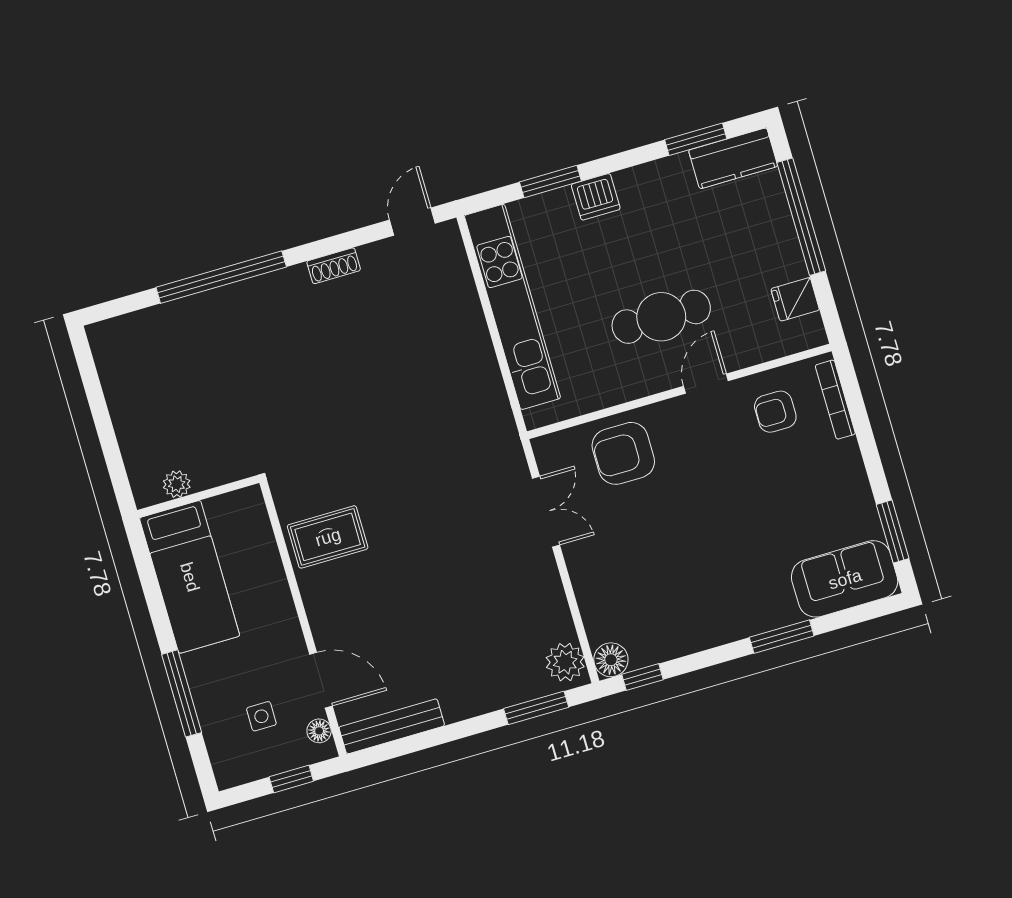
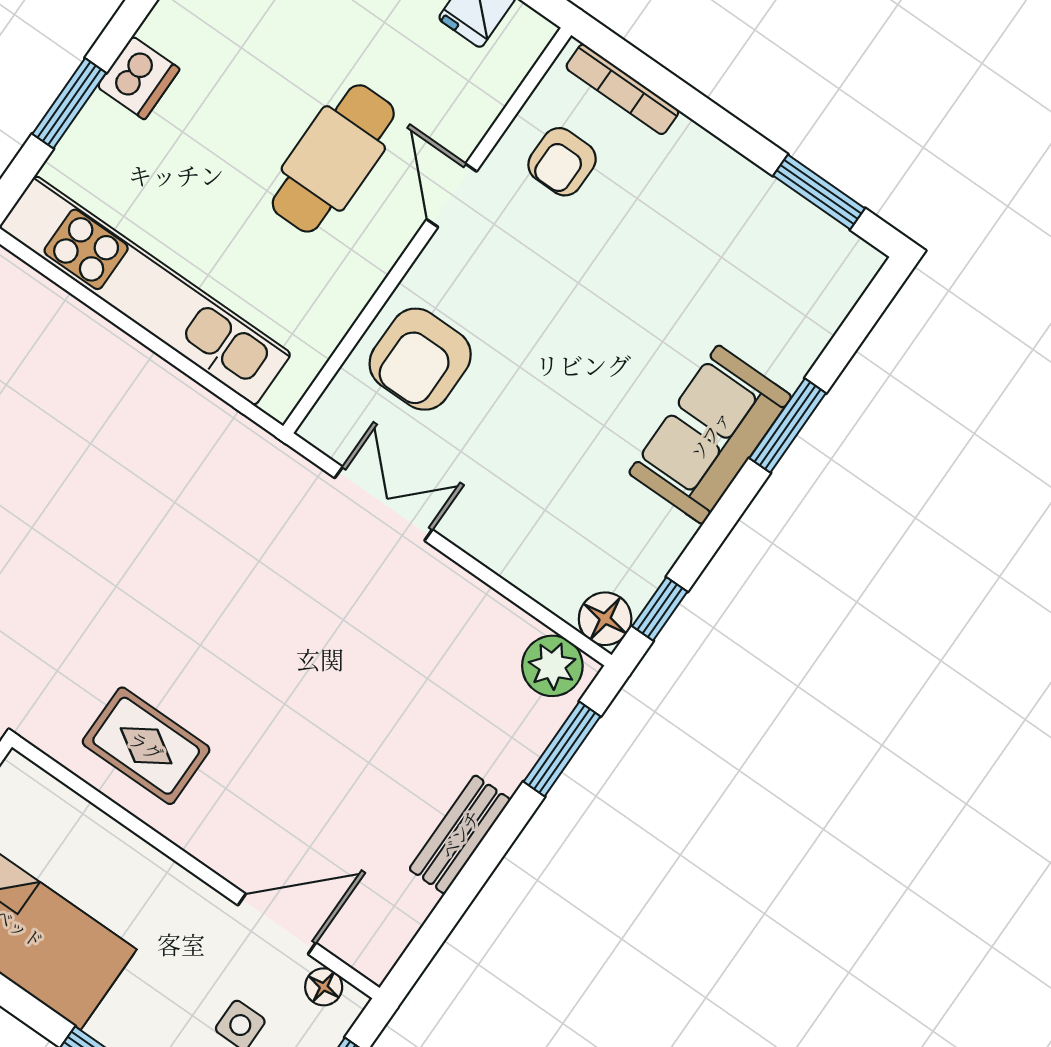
rug: (328, 537) -> (146, 746), turned 90
sofa: (845, 579) -> (710, 435), moved
bench: (392, 726) -> (460, 834), moved, width x0.73

